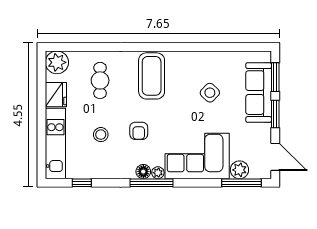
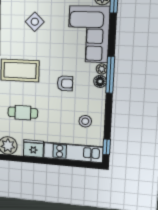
stool: (101, 135) -> (85, 121), moved
window: (82, 183) -> (107, 147), moved

